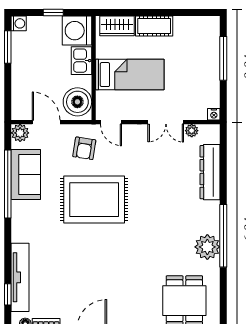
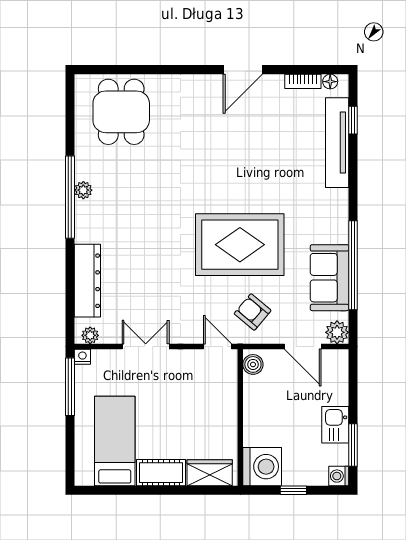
window: (223, 58) -> (70, 387), moved
kitchen sink: (81, 61) -> (335, 425), moved, turned 180
bed: (130, 75) -> (115, 441), moved, turned 90
boiler: (77, 102) -> (253, 364), width x0.54, depth x0.54
plant: (192, 131) -> (90, 335), moved
armchair: (84, 148) -> (253, 312), turned -59
plant: (207, 247) -> (83, 190), width x0.53, depth x0.53

